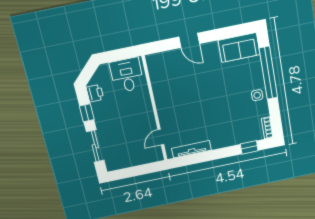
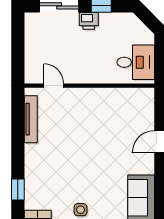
printer: (95, 93) -> (89, 21), moved

